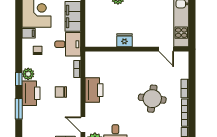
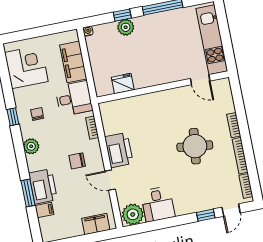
filing cabinet: (29, 33) -> (44, 210), moved
fridge: (124, 40) -> (123, 83), moved
window: (19, 79) -> (13, 117), moved
printer: (31, 93) -> (43, 186), moved
door: (83, 125) -> (110, 180), moved

